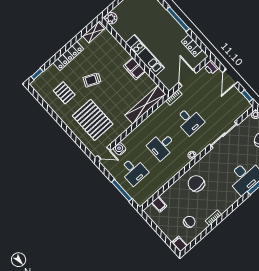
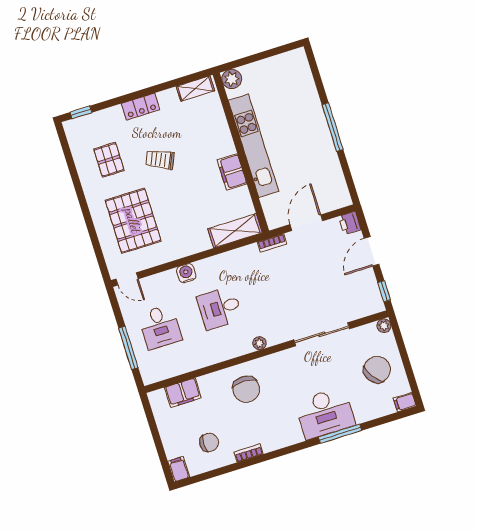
locker: (192, 46) -> (335, 177), removed
kitchen unit: (145, 55) -> (253, 146), width x1.36
locker: (68, 56) -> (141, 107), width x0.66
shelving: (145, 105) -> (235, 231), width x0.68
desk: (190, 121) -> (280, 289), removed
water cooler: (120, 149) -> (186, 273), moved
chair: (196, 184) -> (246, 389), turned 180
filing cabinet: (159, 204) -> (183, 393), width x2.00

